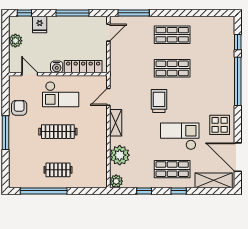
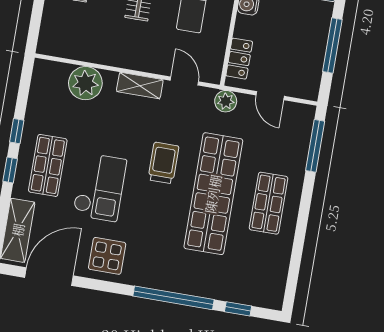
door: (108, 33) -> (270, 96), moved
locker: (83, 67) -> (239, 59), width x0.66
shop shelf: (172, 68) -> (213, 194), width x2.00, depth x1.36
trolley: (159, 101) -> (163, 163), turned -90
plant: (116, 181) -> (226, 101), moved
window: (144, 191) -> (17, 131), moved

